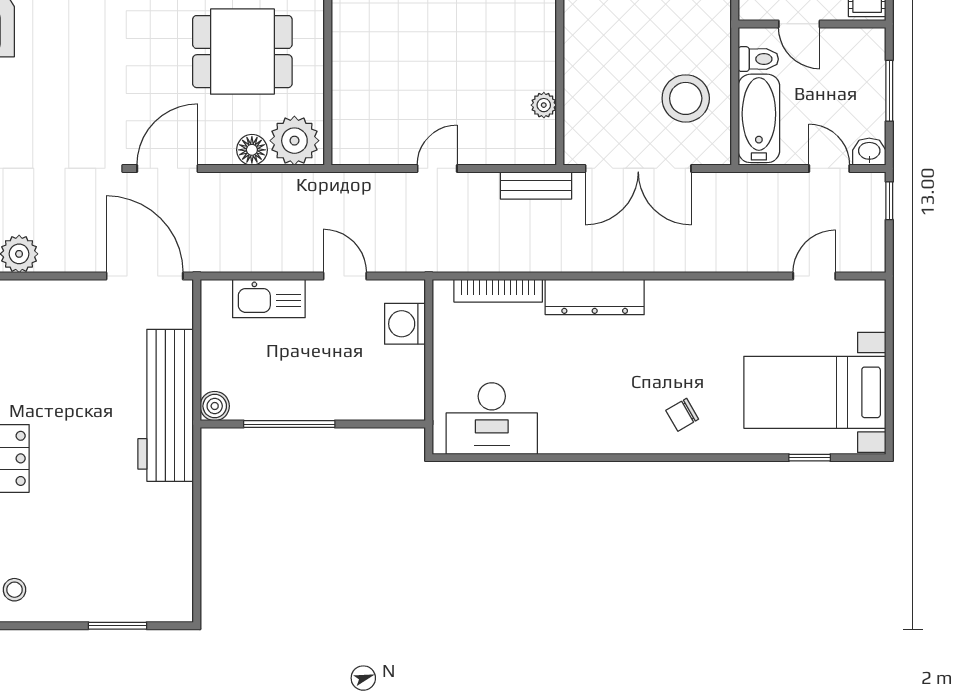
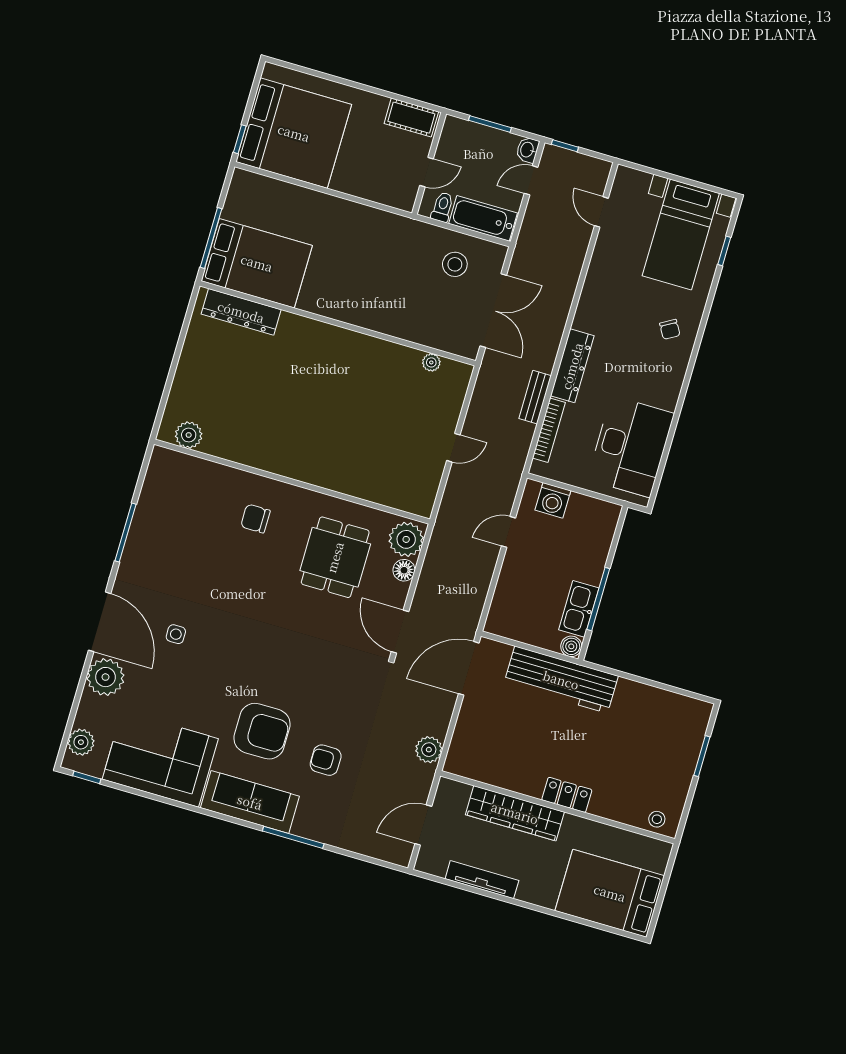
stool: (686, 98) -> (455, 264), width x0.73, depth x0.73
door: (437, 168) -> (453, 448), swing flipped
bench: (536, 185) -> (535, 397), moved
kitchen sink: (269, 299) -> (579, 609), moved, turned 180
desk: (492, 419) -> (631, 447), width x1.36, depth x1.30

